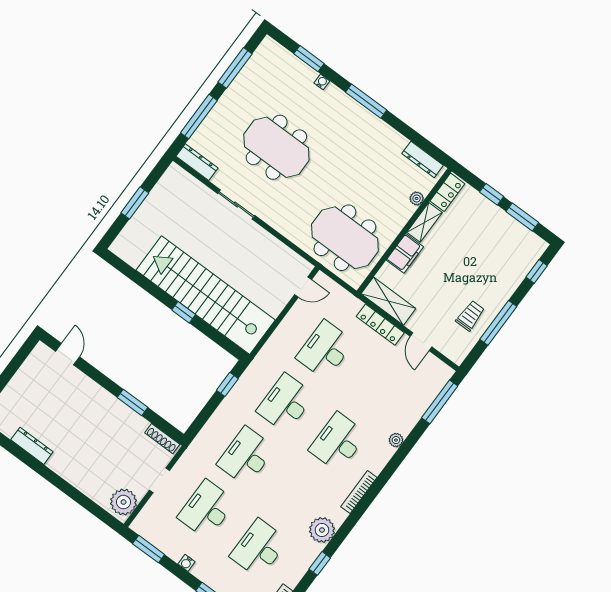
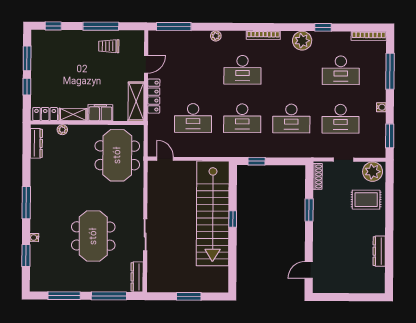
rug: (98, 473) -> (366, 200), added

